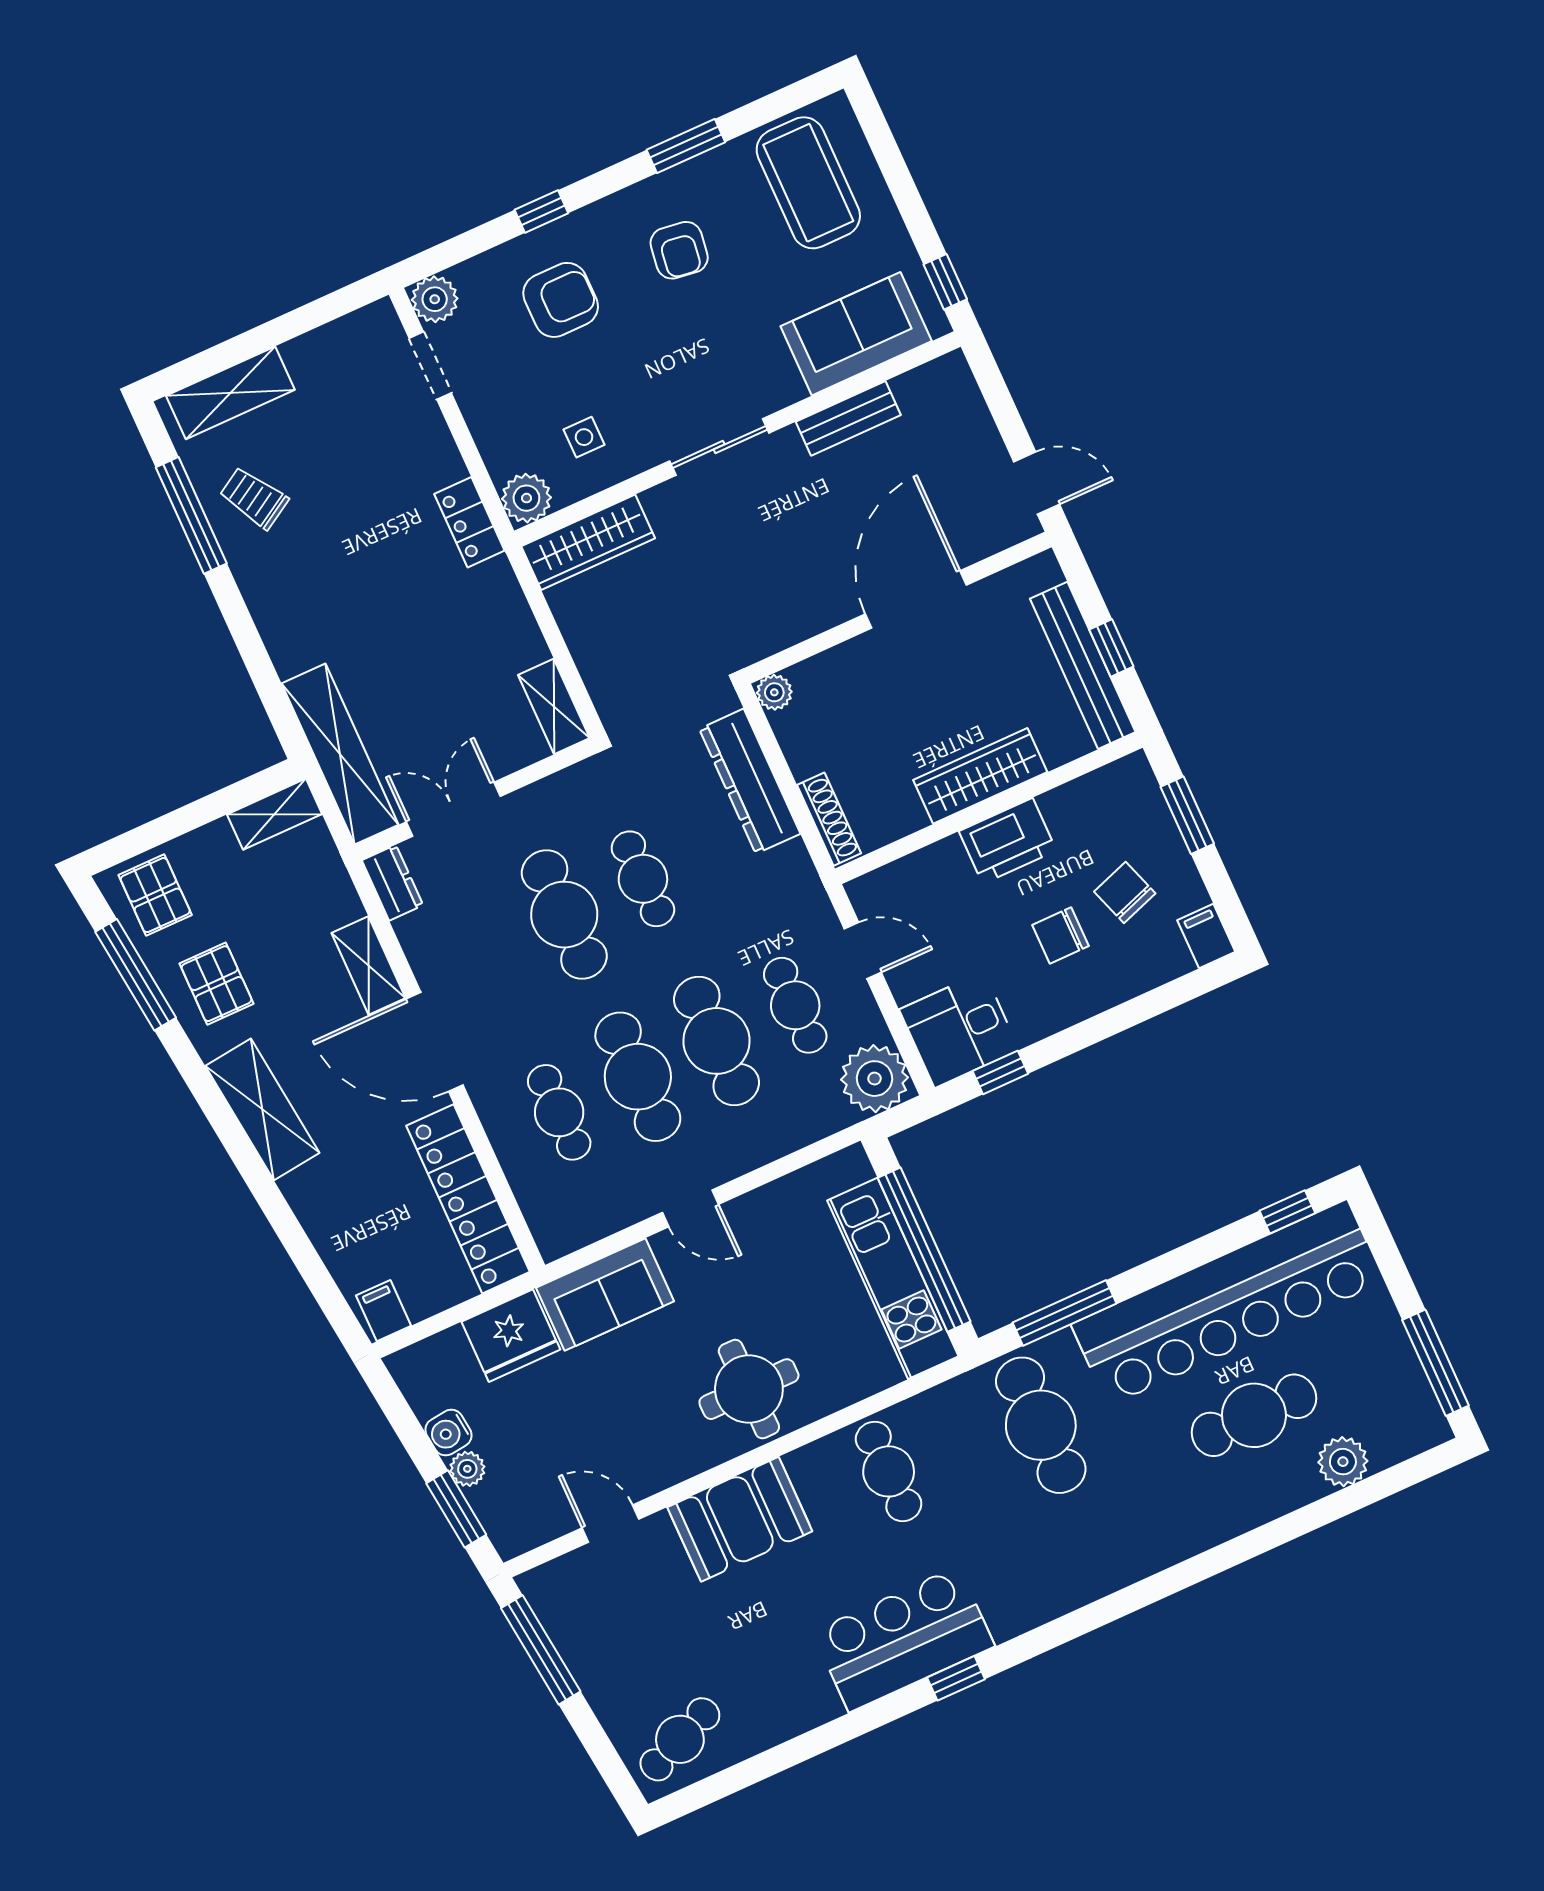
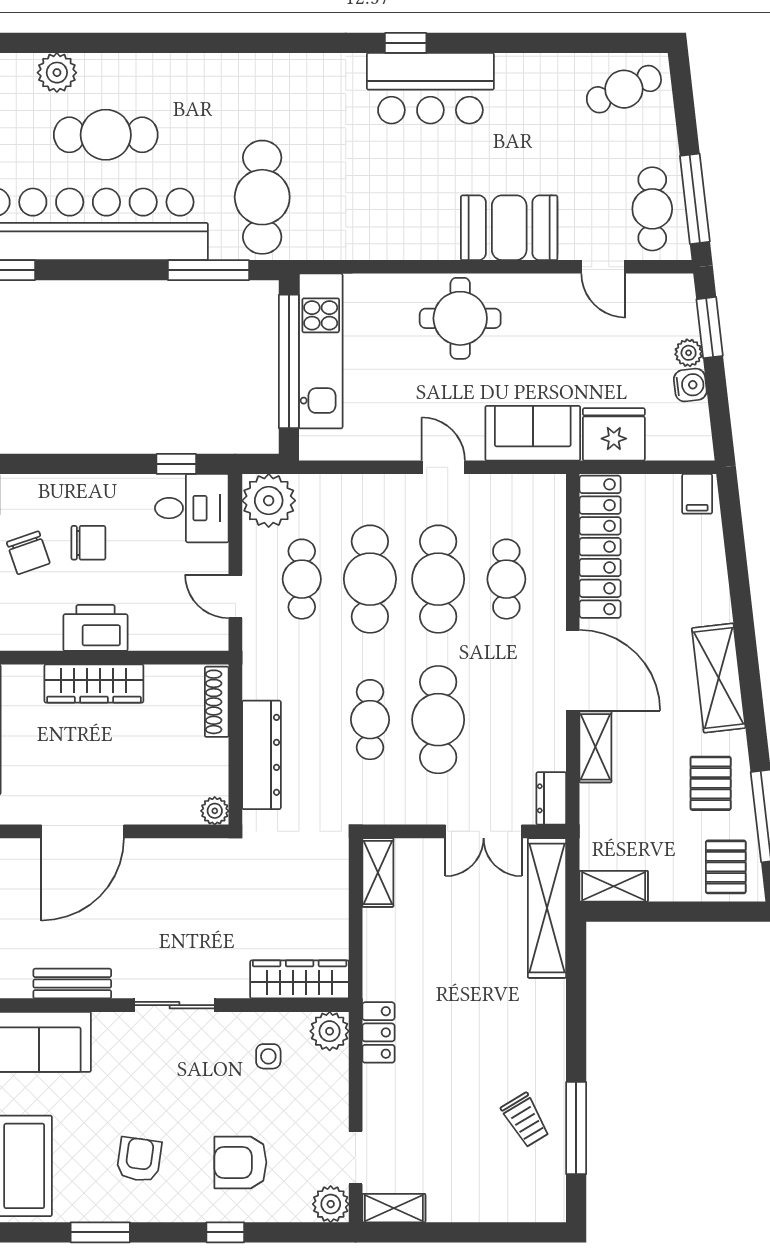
shelving: (230, 393) -> (394, 1208), moved, width x0.67, depth x0.75
cafe table: (889, 1471) -> (652, 209), moved

